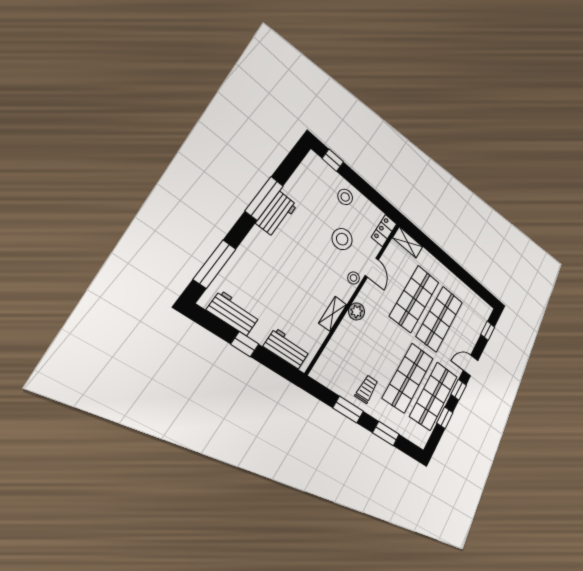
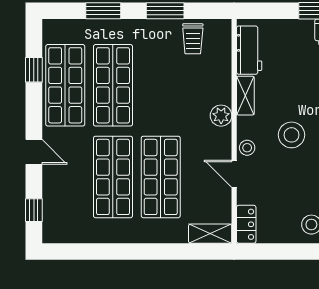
stool: (342, 239) -> (292, 135), moved
workbench: (287, 349) -> (249, 50), moved, turned -90
door: (471, 365) -> (34, 152), hinge flipped
trolley: (367, 389) -> (193, 39), moved
window: (459, 390) -> (34, 113), removed

